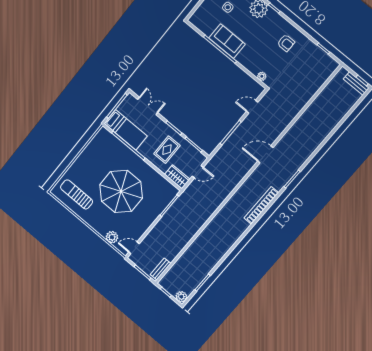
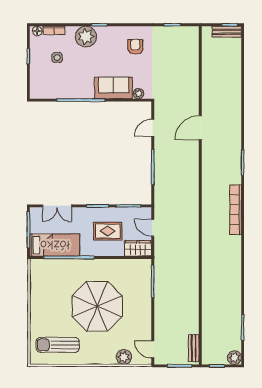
sofa: (227, 41) -> (113, 88), moved
armchair: (286, 43) -> (135, 47), turned -90
double door: (148, 106) -> (57, 206), swing flipped
rug: (167, 150) -> (108, 231), turned 90
door: (265, 154) -> (200, 128), moved
door: (198, 172) -> (153, 228), swing flipped
door: (134, 248) -> (153, 349), hinge flipped

